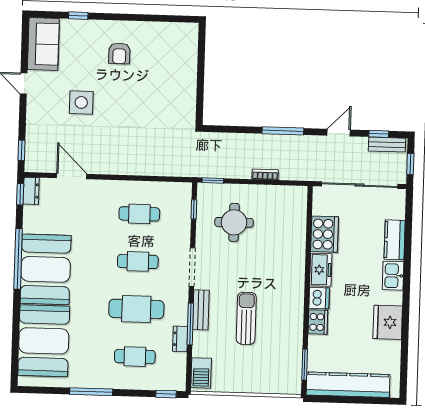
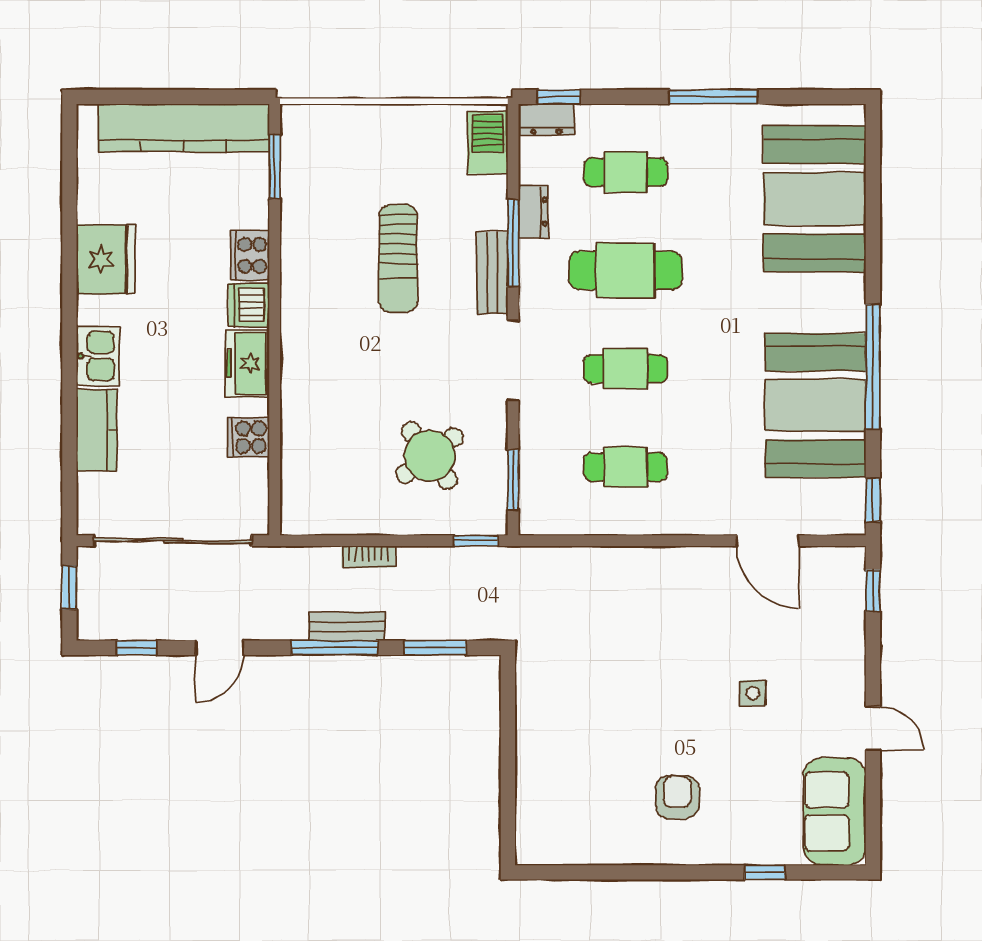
side table: (81, 102) -> (753, 693), width x0.54, depth x0.54
window: (234, 129) -> (435, 648), added
bench: (387, 145) -> (347, 626), moved
dresser: (31, 191) -> (546, 119), moved, turned -90
window: (194, 209) -> (513, 480), width x1.50
round table: (234, 222) -> (429, 456), turned -37
cooker: (324, 234) -> (248, 437), width x0.53, depth x0.76
booth: (46, 269) -> (816, 405), moved

